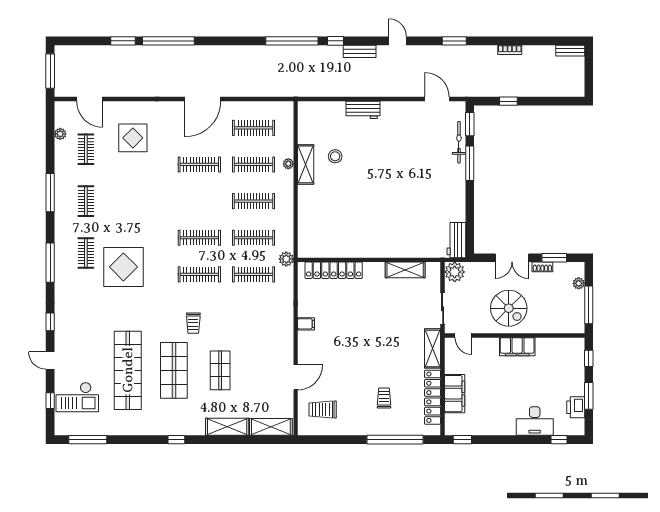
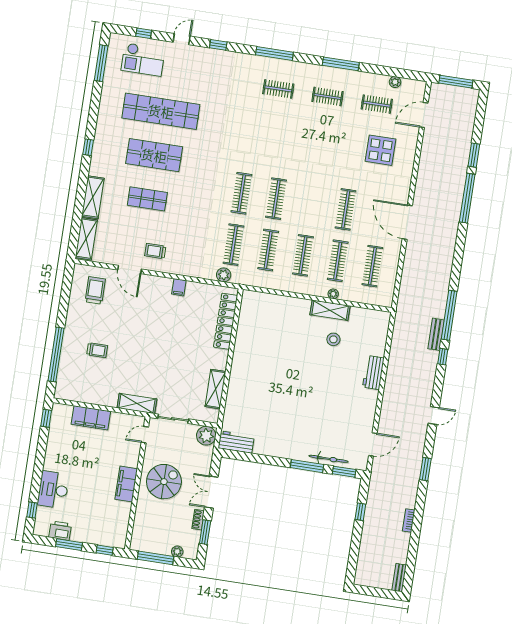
bench: (360, 51) -> (436, 334), moved
plant: (286, 259) -> (224, 275), moved
display table: (123, 267) -> (260, 122), removed
spiral stairs: (509, 308) -> (164, 482), turned 180
trolley: (193, 323) -> (155, 251), moved
checkout: (77, 397) -> (143, 60), turned -90
locker: (433, 397) -> (91, 396), removed

